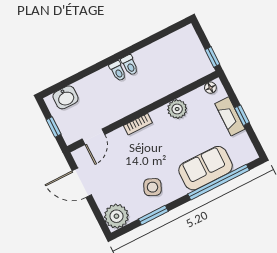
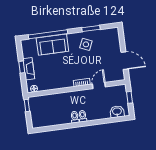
plant: (177, 109) -> (57, 83), removed
door: (93, 137) -> (99, 86), moved
plant: (116, 216) -> (112, 35), removed

